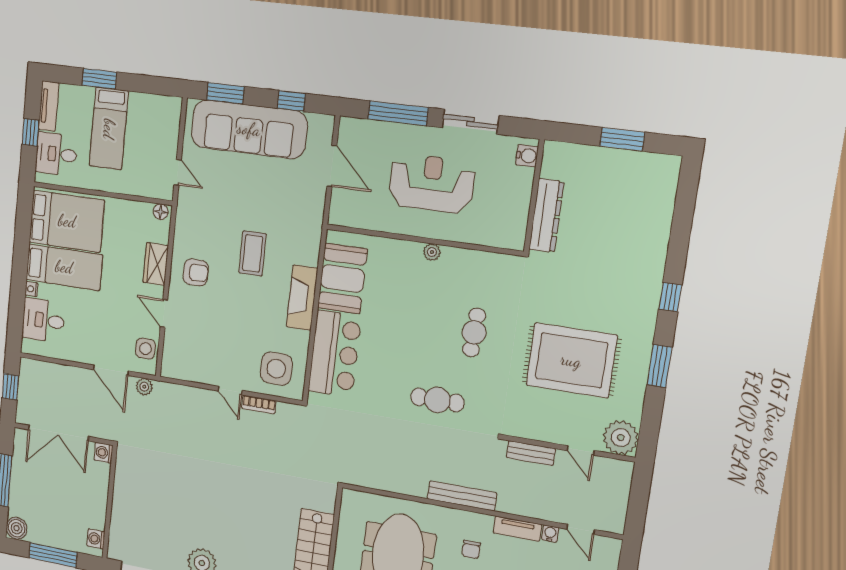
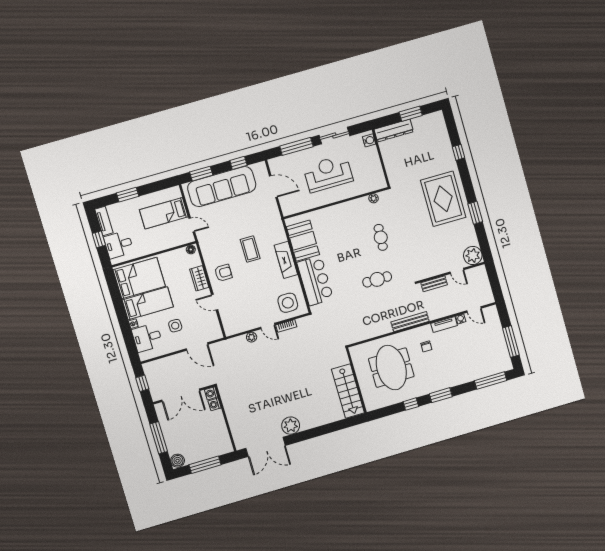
bed: (109, 129) -> (164, 213), moved, turned 90
dresser: (546, 216) -> (394, 130), moved, turned 90
plant: (432, 252) -> (374, 198), moved
window: (670, 297) -> (459, 152), moved
side table: (145, 349) -> (175, 326), moved
rug: (571, 360) -> (443, 199), moved, turned 90
plant: (144, 387) -> (252, 337), moved
washing machine: (96, 539) -> (215, 404), moved

